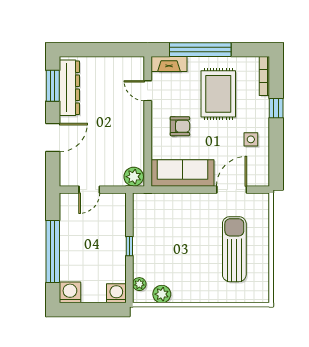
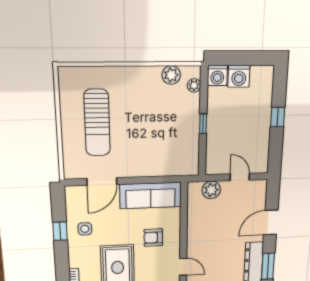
window: (276, 108) -> (60, 231), moved
plant: (134, 177) -> (211, 190), moved
door: (89, 190) -> (240, 177), hinge flipped
window: (53, 251) -> (278, 117), width x0.32
washing machine: (70, 292) -> (239, 76), moved

